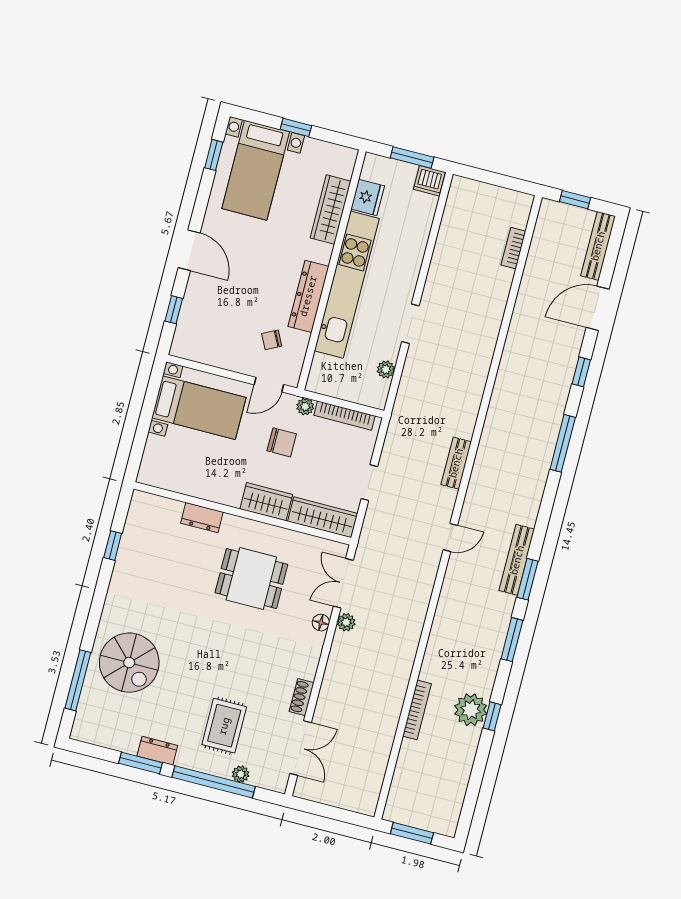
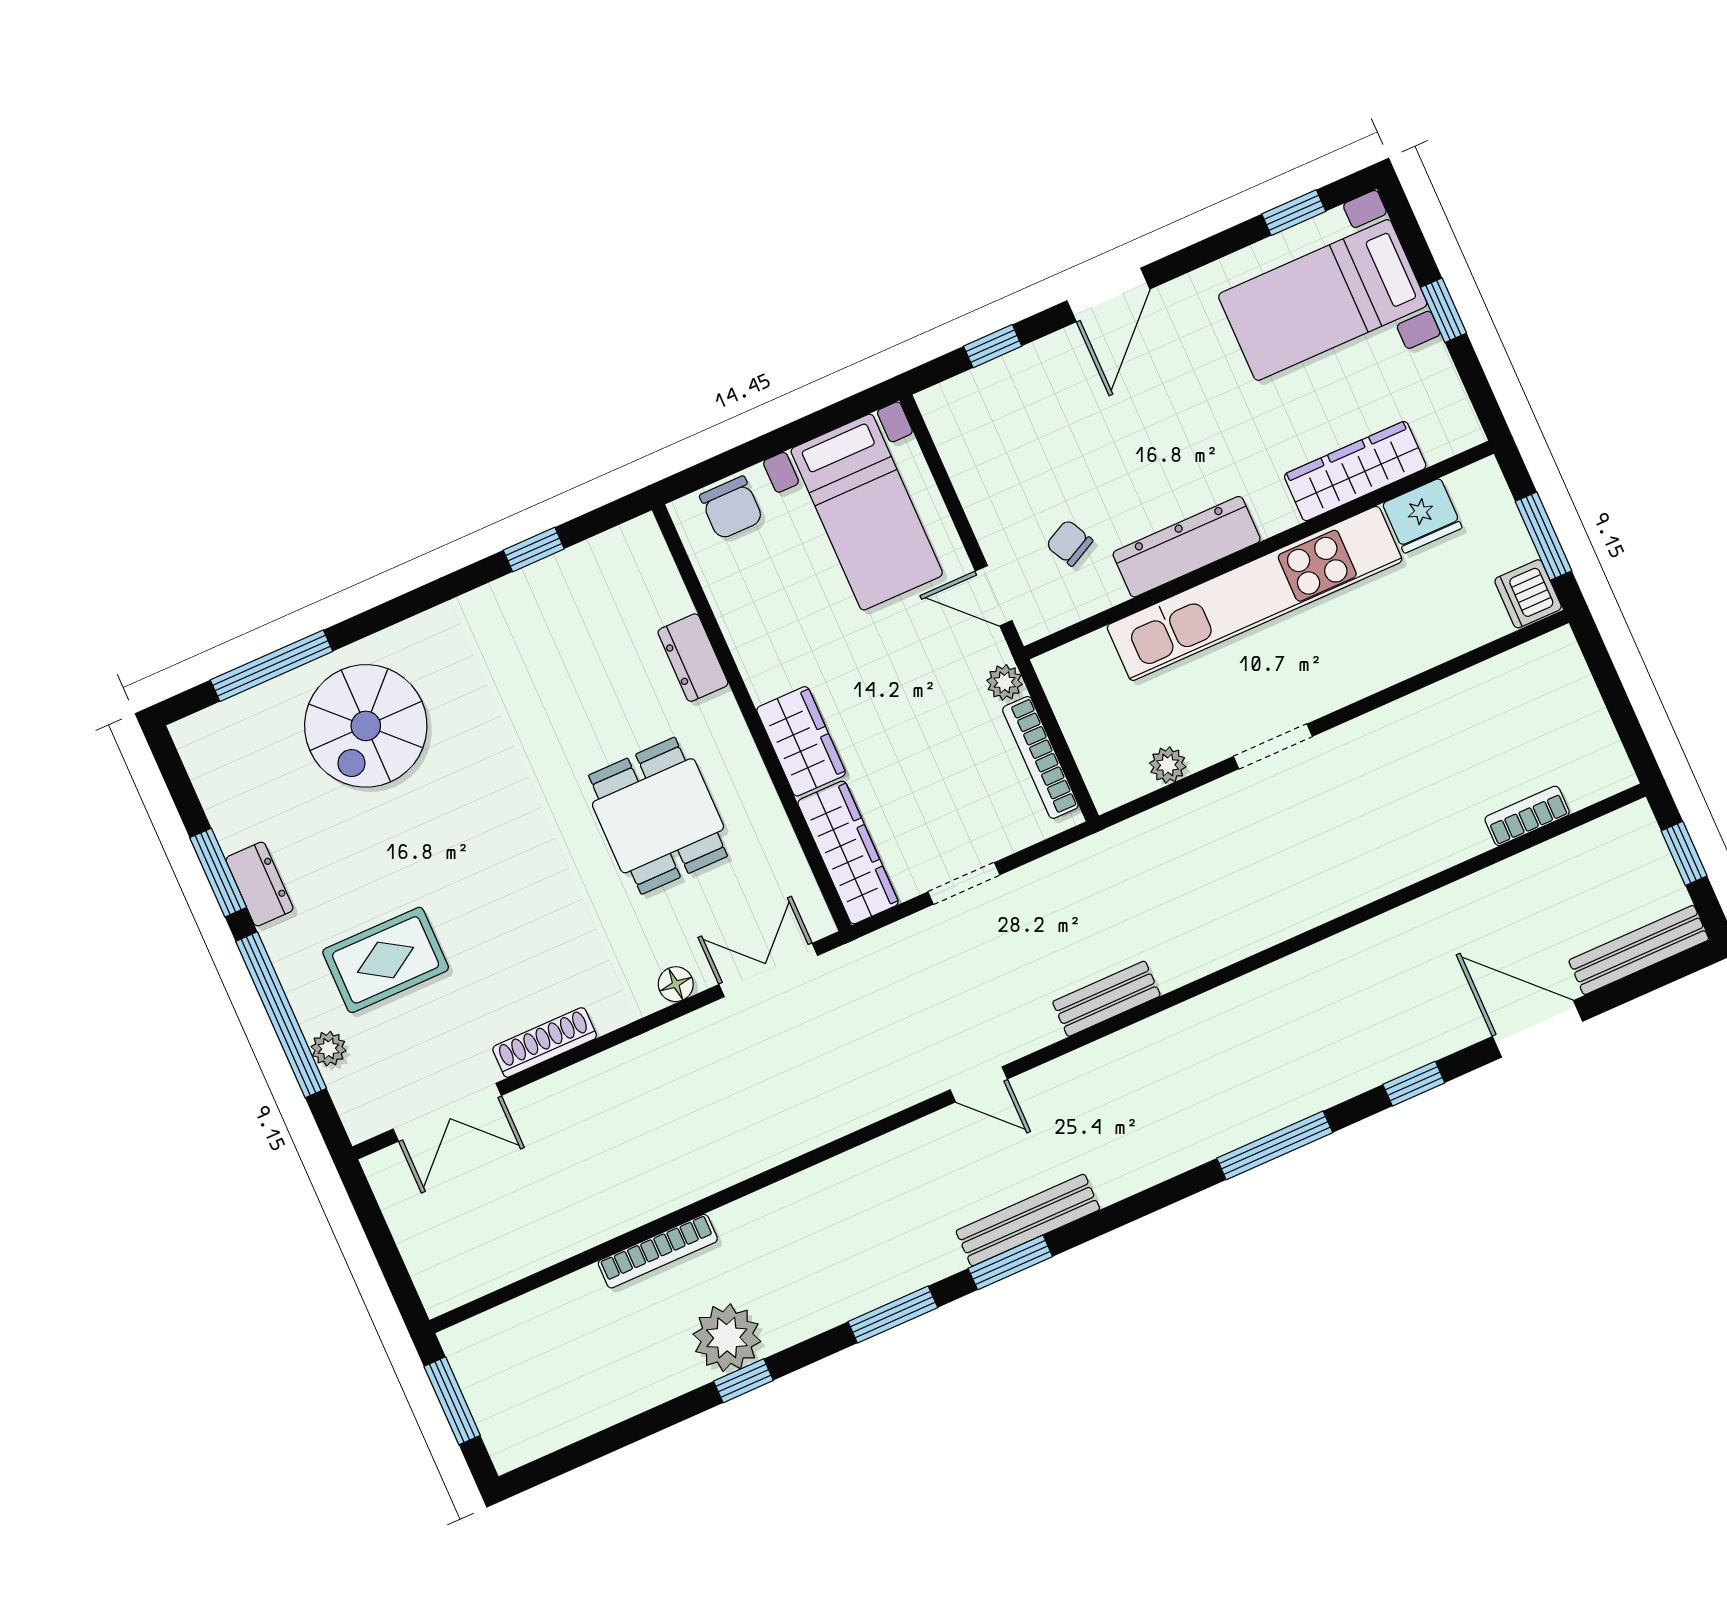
chair: (282, 442) -> (731, 508), moved
plant: (346, 622) -> (709, 1025), removed
shoe rack: (302, 697) -> (545, 1042), width x1.43

